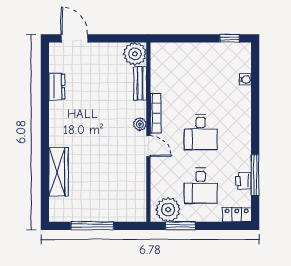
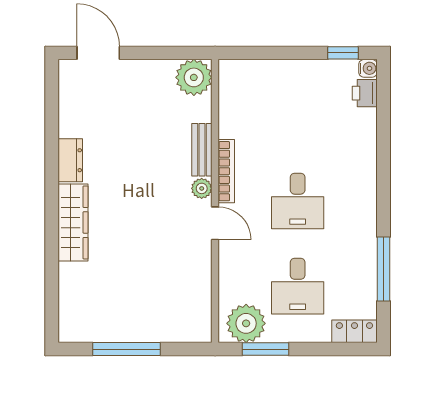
water cooler: (245, 79) -> (368, 68), moved
bench: (140, 83) -> (202, 150), moved
dresser: (57, 87) -> (70, 160), moved
wardrobe: (58, 172) -> (73, 222), moved
printer: (243, 181) -> (365, 93), moved

